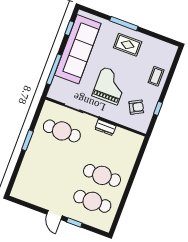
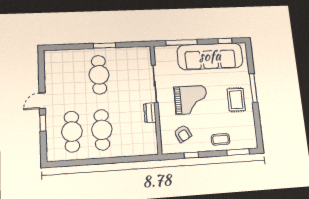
window: (174, 66) -> (238, 152), added
cafe table: (62, 131) -> (99, 75), moved

